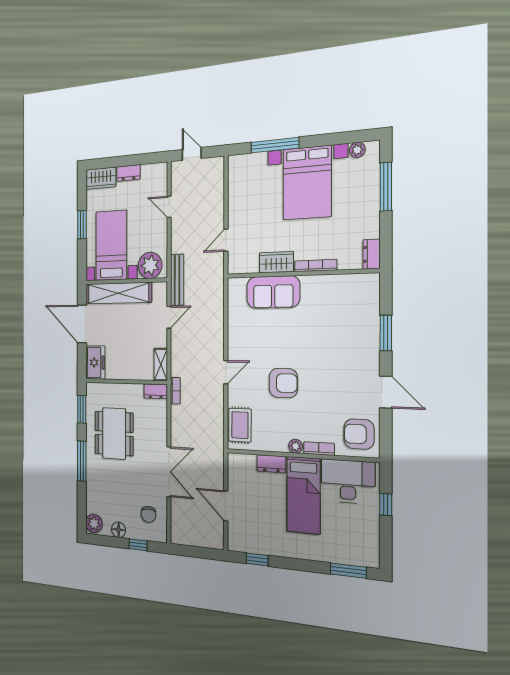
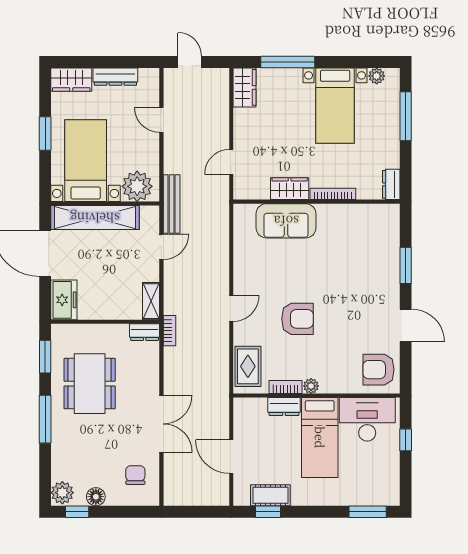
wardrobe: (237, 172) -> (245, 87), added
dresser: (129, 173) -> (115, 77), width x1.44
bed with nightstands: (307, 183) -> (335, 106), width x0.73
bookcase: (319, 449) -> (286, 387), moved
chair: (148, 514) -> (135, 475), turned 180
window: (138, 545) -> (77, 512), moved
cot: (259, 545) -> (270, 495), added

